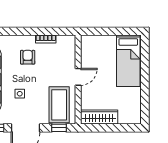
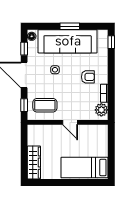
plant: (64, 42) -> (101, 110), added
coffee table: (59, 105) -> (45, 105), width x0.73, depth x0.76
wardrobe: (99, 117) -> (34, 163), moved

